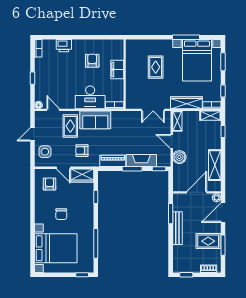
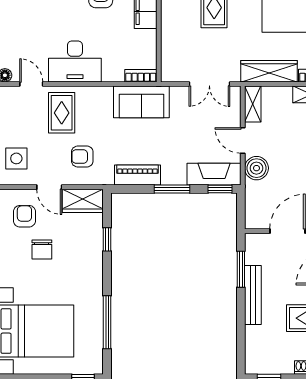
desk: (90, 97) -> (75, 61), moved
sofa: (95, 120) -> (141, 102), moved
fireplace: (141, 160) -> (214, 174), moved
chair: (61, 214) -> (42, 249), moved

